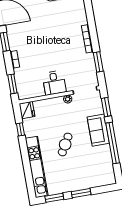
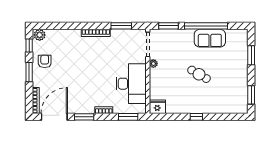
desk: (54, 83) -> (131, 84), width x1.87, depth x1.30
window: (20, 129) -> (196, 117), moved
sofa: (98, 130) -> (210, 38), moved
kitchen unit: (37, 167) -> (217, 107), removed
window: (81, 193) -> (251, 55), moved

